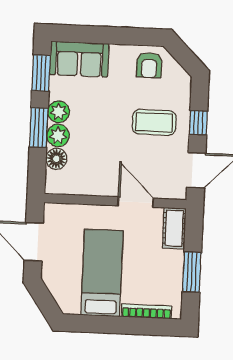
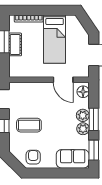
floor lamp: (56, 159) -> (83, 92), moved
door: (136, 202) -> (63, 80), moved
cot: (174, 228) -> (15, 44), moved

